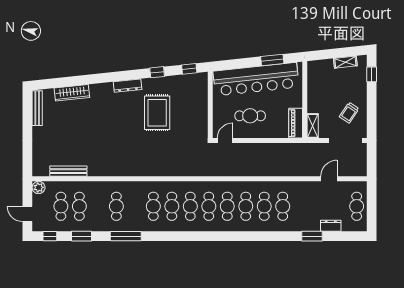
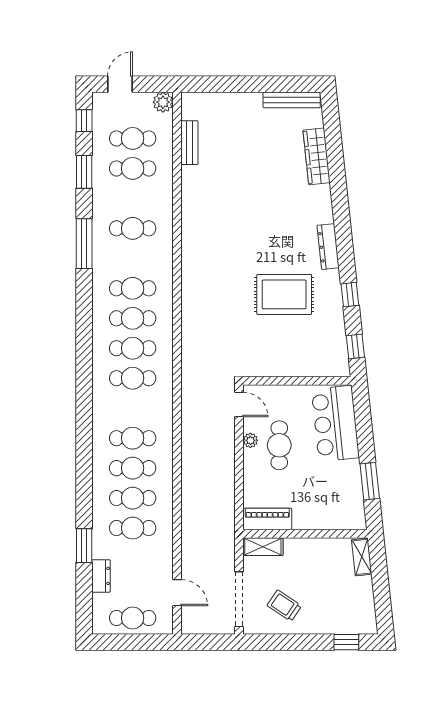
shelving: (345, 62) -> (362, 557), moved
bar counter: (256, 79) -> (335, 424), width x0.54
plant: (247, 134) -> (250, 440), added
bench: (68, 171) -> (189, 143), width x0.73
door: (329, 179) -> (177, 593), moved
cafe table: (227, 206) -> (133, 528), moved

